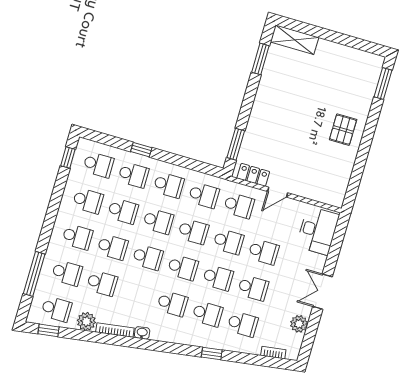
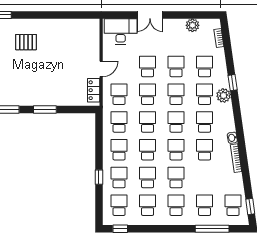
pallet: (343, 130) -> (26, 42), moved
window: (236, 144) -> (45, 109), moved
door: (278, 192) -> (101, 69), hinge flipped
school desk: (102, 283) -> (205, 150), moved
double door: (323, 292) -> (150, 15), moved
plant: (86, 321) -> (224, 95), moved

